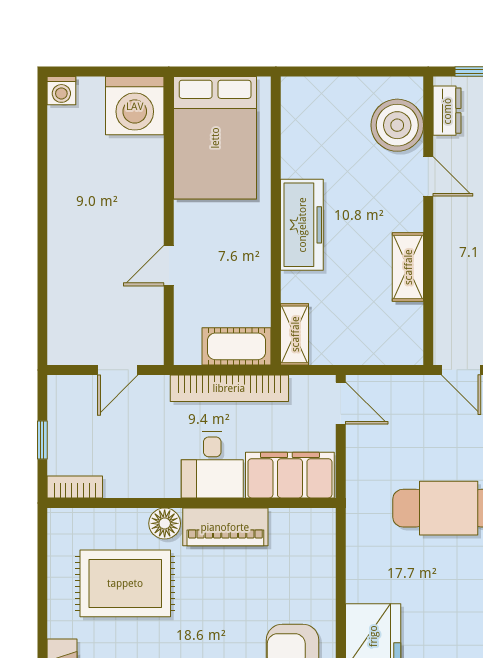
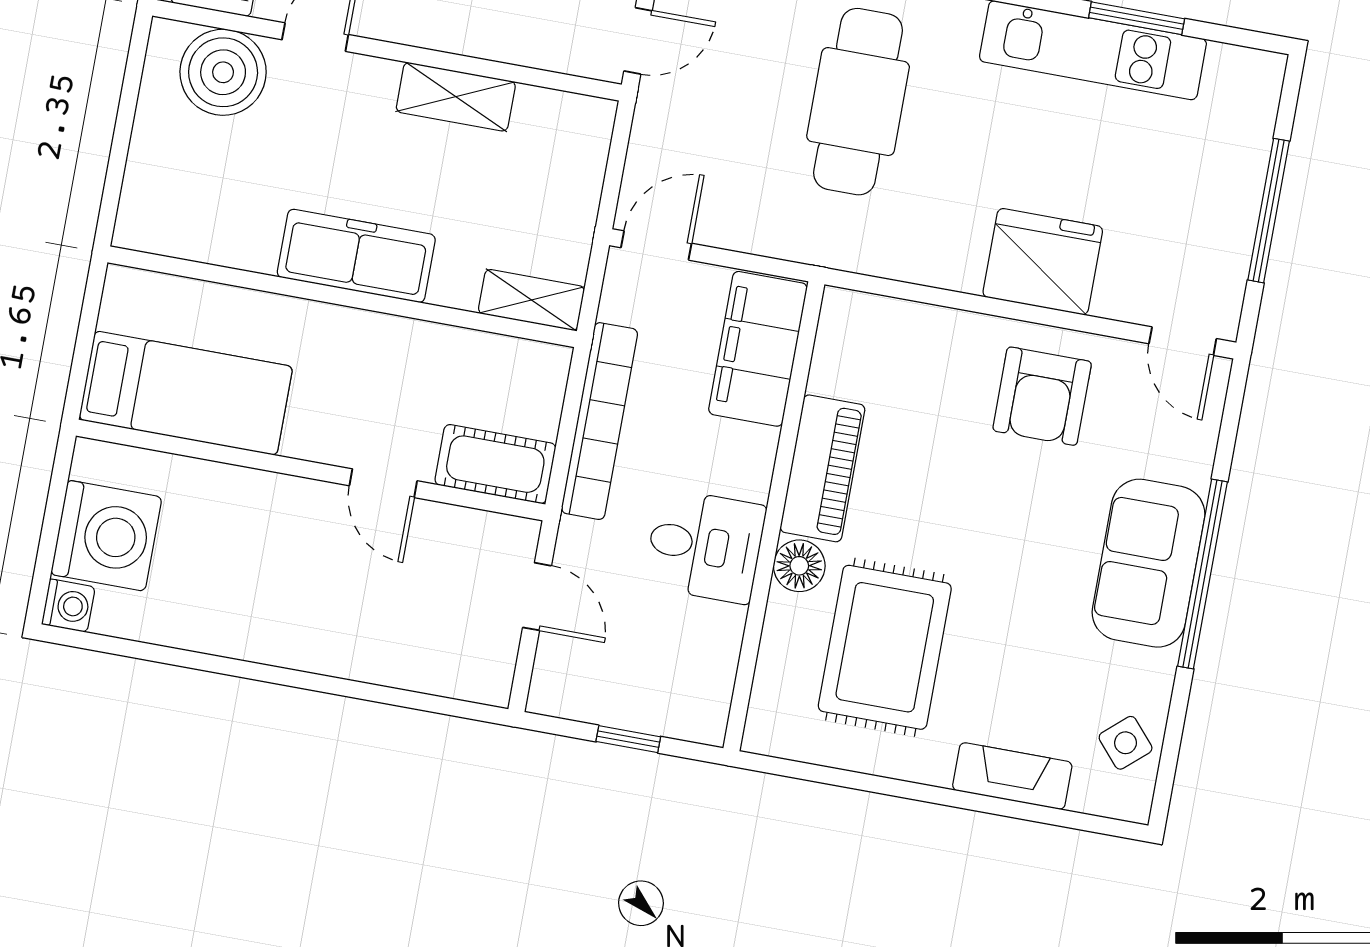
washing machine: (135, 106) -> (106, 536), moved
bed: (215, 138) -> (186, 393), width x0.67
cot: (237, 346) -> (495, 464), moved, turned 90
desk: (212, 465) -> (705, 546), moved
bookcase: (75, 487) -> (714, 700), removed

